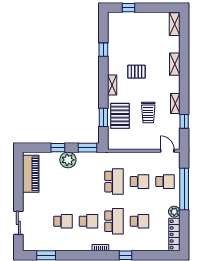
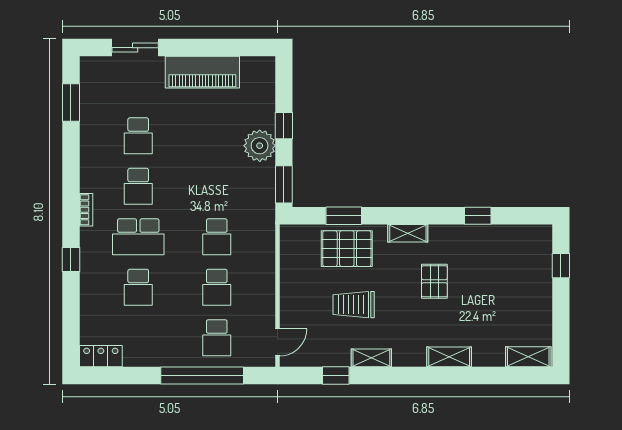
piano: (31, 174) -> (202, 72), moved
school desk: (114, 182) -> (217, 237), width x0.54
plant: (174, 212) -> (157, 356), removed
locker: (174, 234) -> (101, 356), width x0.66

